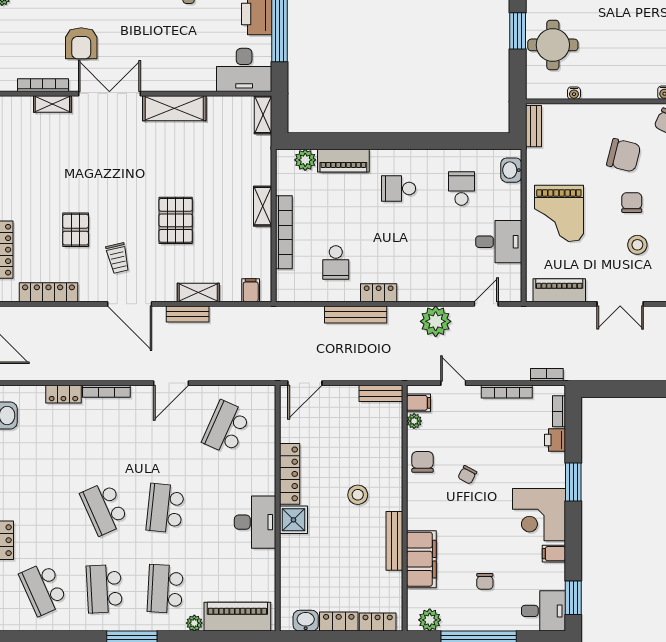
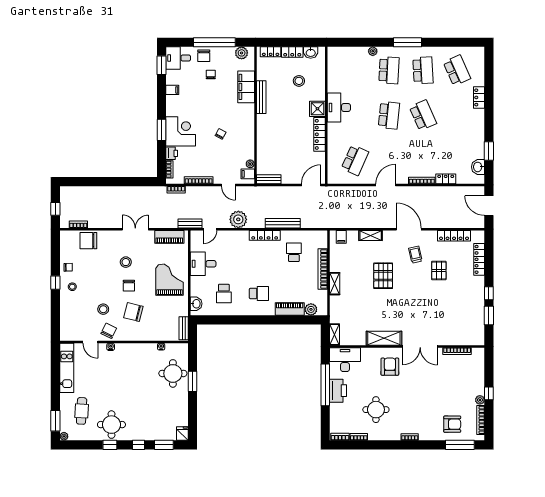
armchair: (81, 43) -> (390, 367), moved
shelving: (52, 104) -> (452, 341), removed
locker: (379, 293) -> (265, 235), width x1.53
bench: (188, 314) -> (190, 224), moved
chair: (423, 462) -> (204, 56), moved
stool: (358, 495) -> (299, 81), moved
corner desk: (539, 515) -> (181, 131), moved
piano: (237, 617) -> (349, 55), removed

